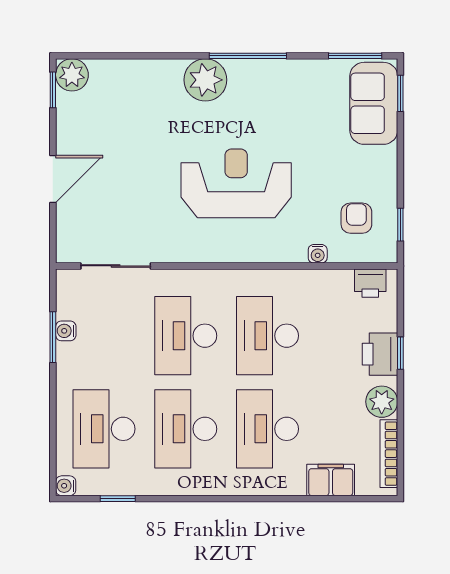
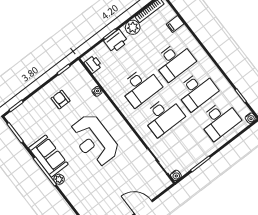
plant: (205, 80) -> (59, 179), width x0.53, depth x0.53
sofa: (374, 103) -> (48, 156), moved, turned -90
armchair: (356, 218) -> (61, 100), moved, turned 90
water cooler: (66, 331) -> (176, 175), moved
filing cabinet: (331, 480) -> (175, 24), width x0.50

